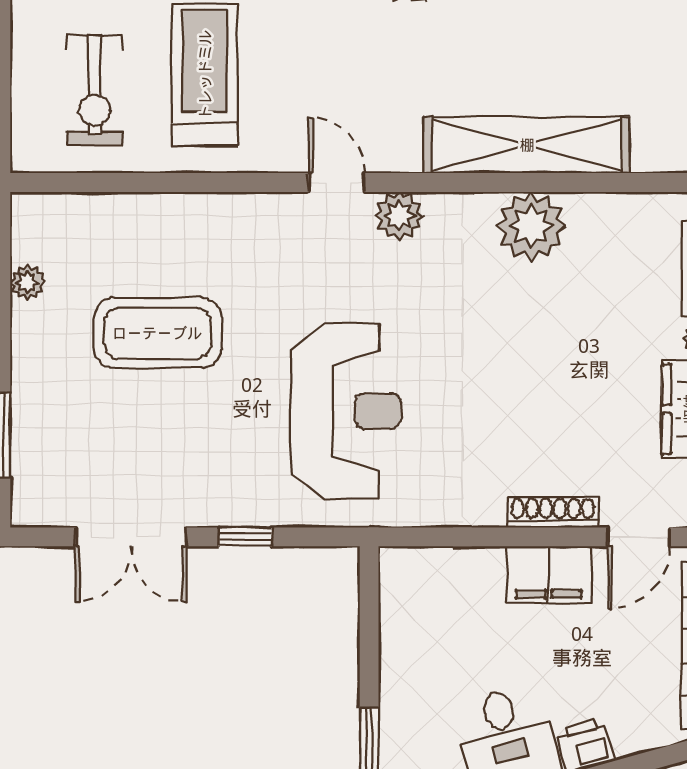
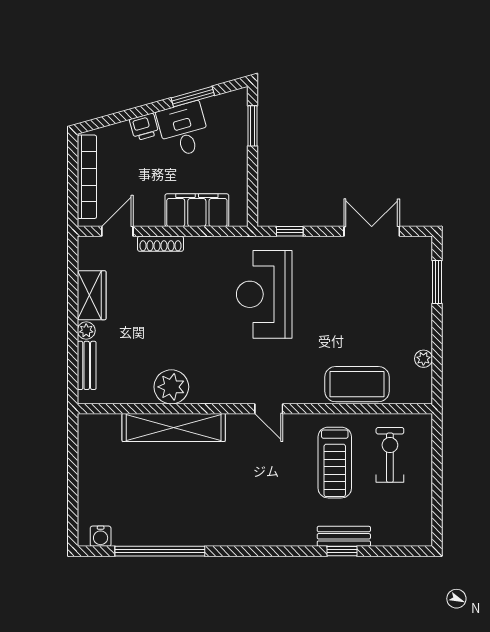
plant: (399, 216) -> (237, 392), removed
coffee table: (157, 333) -> (357, 384), moved
window: (245, 537) -> (290, 231), moved
filing cabinet: (549, 574) -> (197, 210), moved, width x1.50, depth x1.17

